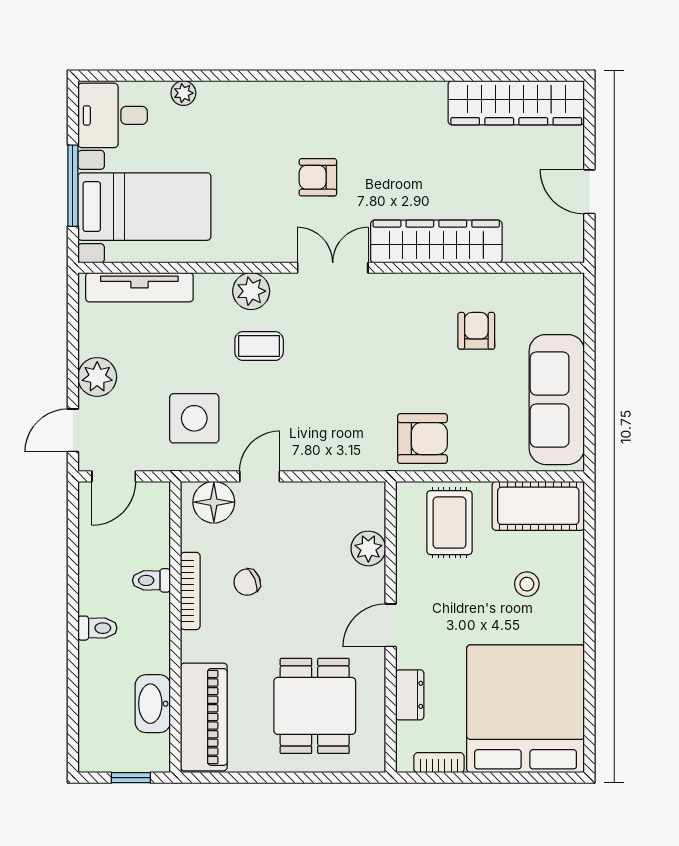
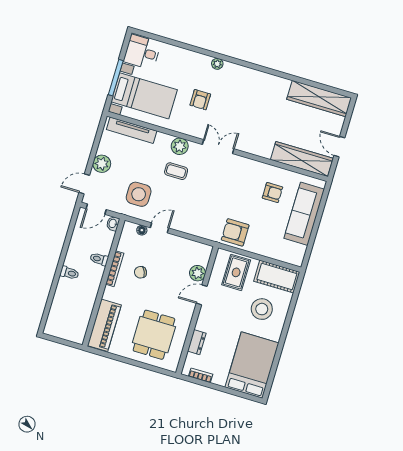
plant: (183, 93) -> (217, 64), moved
armchair: (318, 177) -> (200, 100), moved, turned -90
wardrobe: (436, 241) -> (302, 159), moved
armchair: (476, 331) -> (272, 193), turned 90
sofa: (557, 400) -> (304, 214), moved
armchair: (422, 439) -> (235, 232), turned 180
floor lamp: (214, 502) -> (142, 230), width x0.53, depth x0.53
stool: (527, 584) -> (262, 309), width x1.89, depth x1.89
door: (391, 625) -> (202, 295), moved
washbasin: (153, 704) -> (113, 224), moved, width x0.52, depth x0.69
bed: (526, 709) -> (252, 365), width x0.73
window: (131, 778) -> (65, 342), removed

